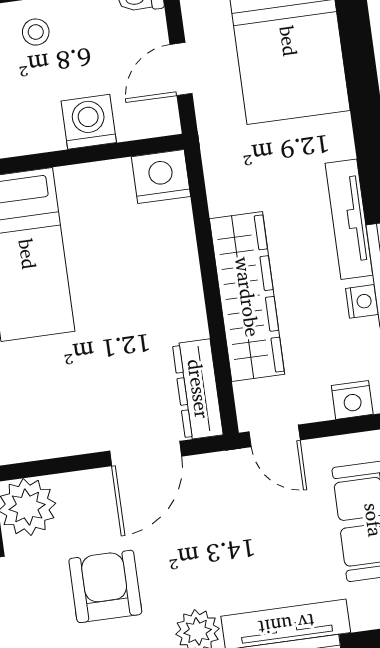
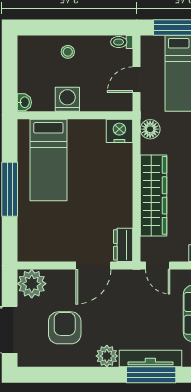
washing machine: (89, 122) -> (67, 99), moved
floor lamp: (222, 165) -> (150, 129), added
dresser: (198, 389) -> (123, 245), width x0.70

